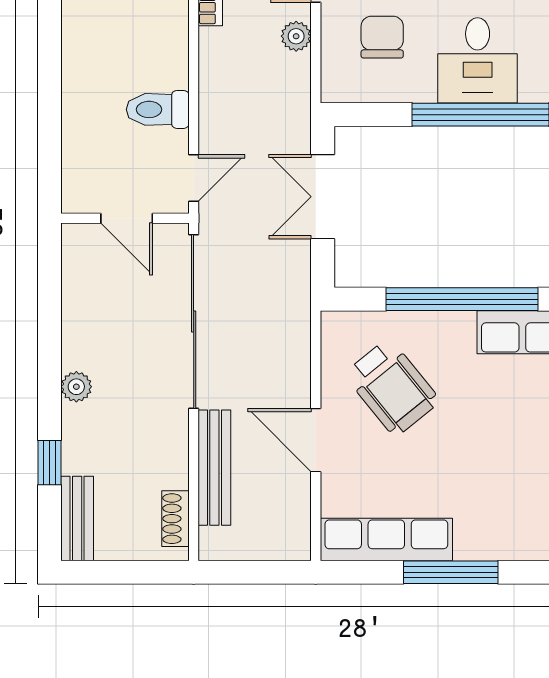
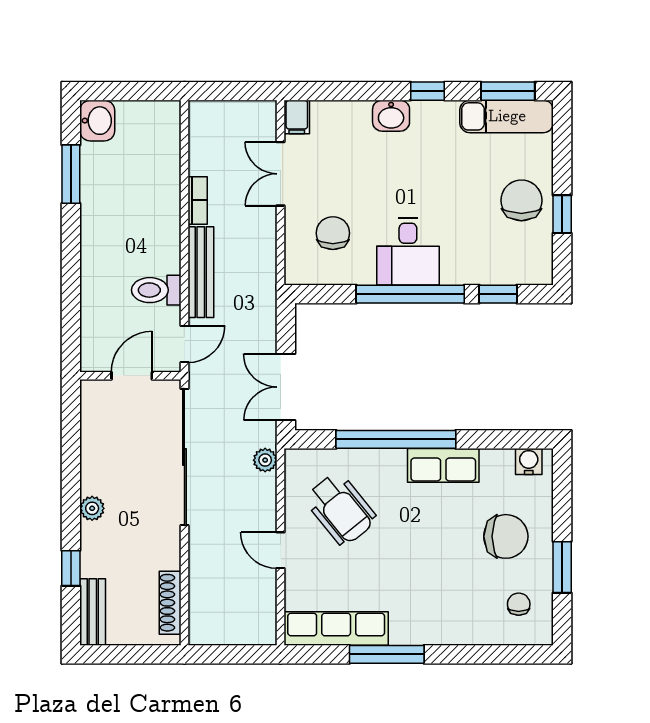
plant: (296, 36) -> (265, 460), moved
double door: (323, 197) -> (286, 387), moved
door: (127, 218) -> (132, 376), swing flipped
door: (316, 440) -> (281, 550), width x0.73
bench: (214, 468) -> (201, 272), moved
shoe rack: (175, 519) -> (170, 603), width x1.43

